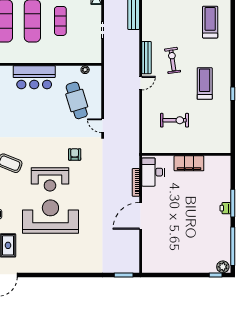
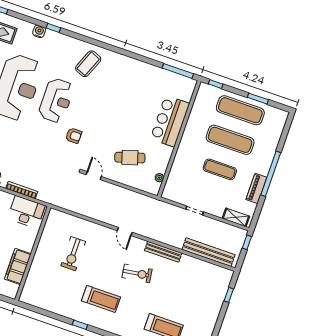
bench: (147, 58) -> (163, 252), moved
cafe table: (77, 100) -> (130, 158), width x0.73, depth x0.74
door: (103, 126) -> (94, 176), hinge flipped
filing cabinet: (189, 163) -> (18, 266), moved
reception desk: (50, 179) -> (56, 100), turned 180

